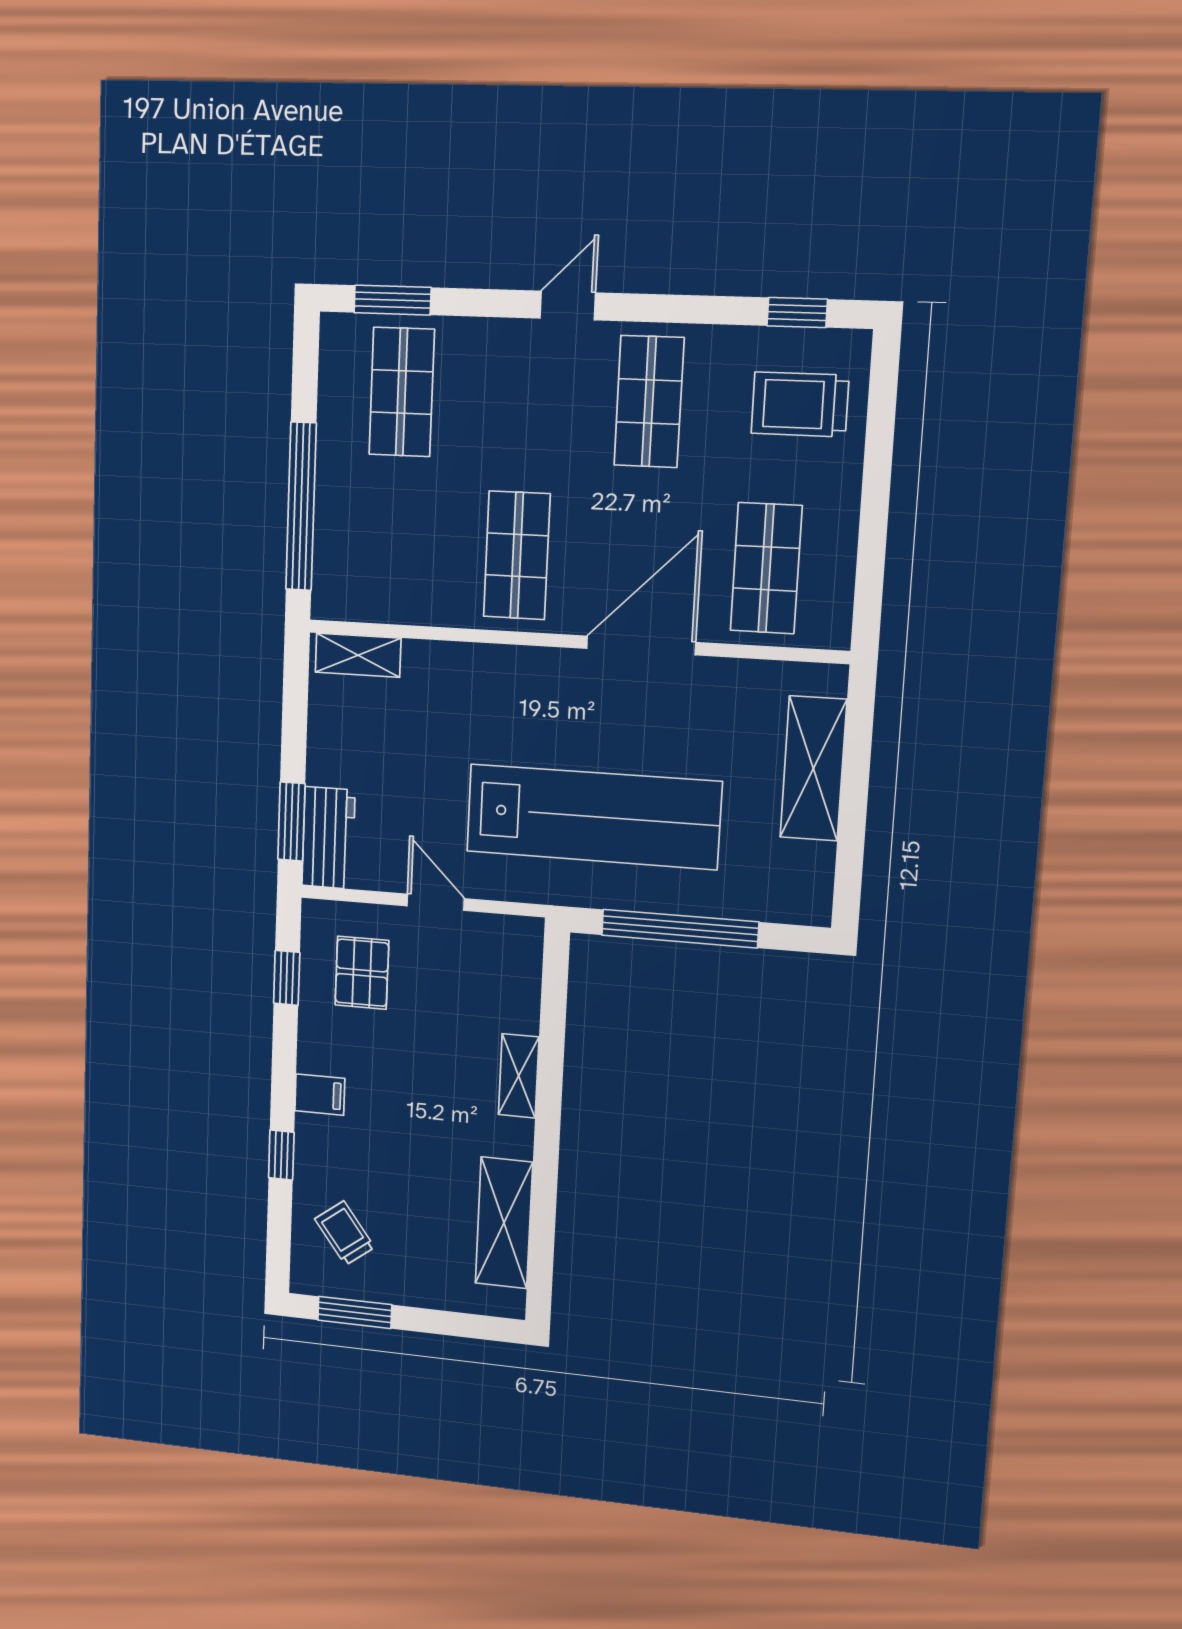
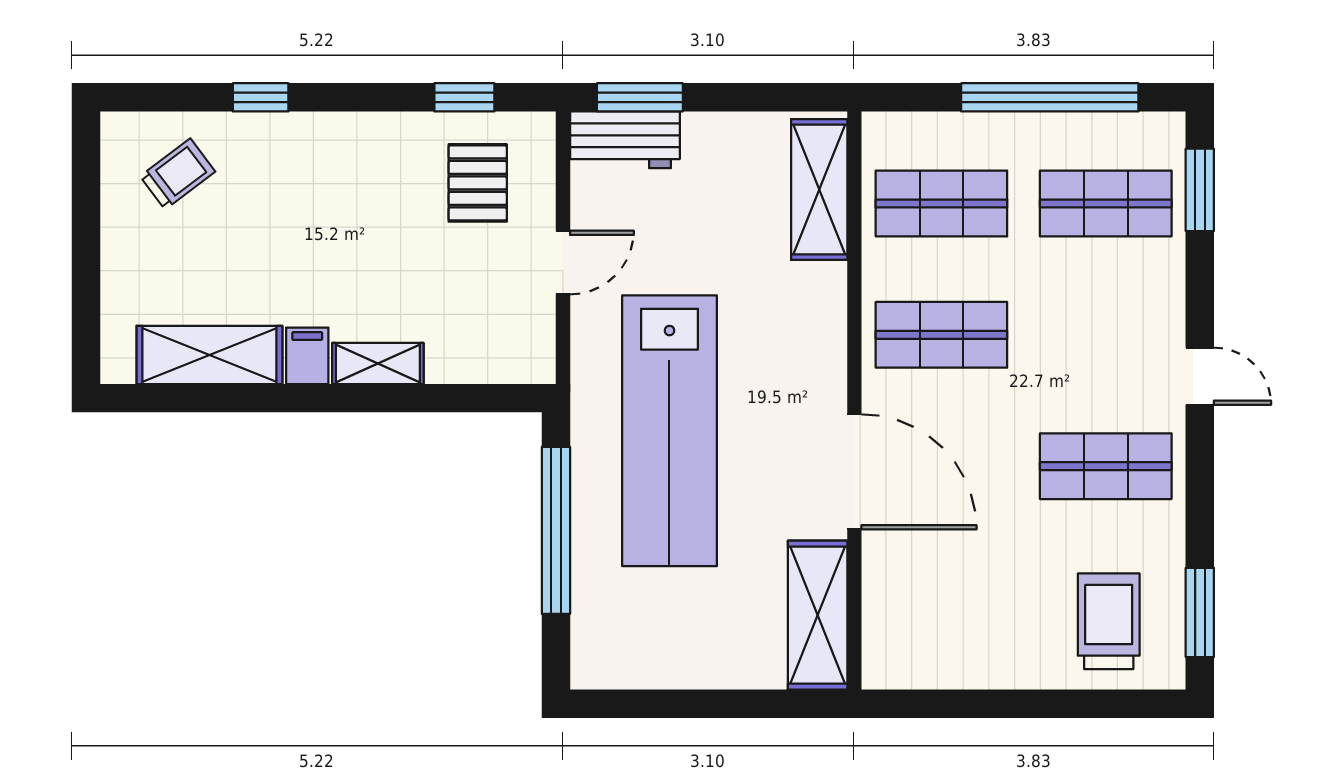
window: (797, 313) -> (1200, 612), width x1.50
window: (301, 507) -> (1050, 97), moved
shop shelf: (766, 568) -> (941, 203), moved
shelving: (358, 655) -> (819, 190), width x1.50, depth x1.33
shelving: (813, 769) -> (818, 615), moved, turned 90
pallet: (362, 973) -> (478, 183), turned 90
filing cabinet: (320, 1095) -> (307, 356), moved, turned 180
window: (355, 1312) -> (86, 189), removed

